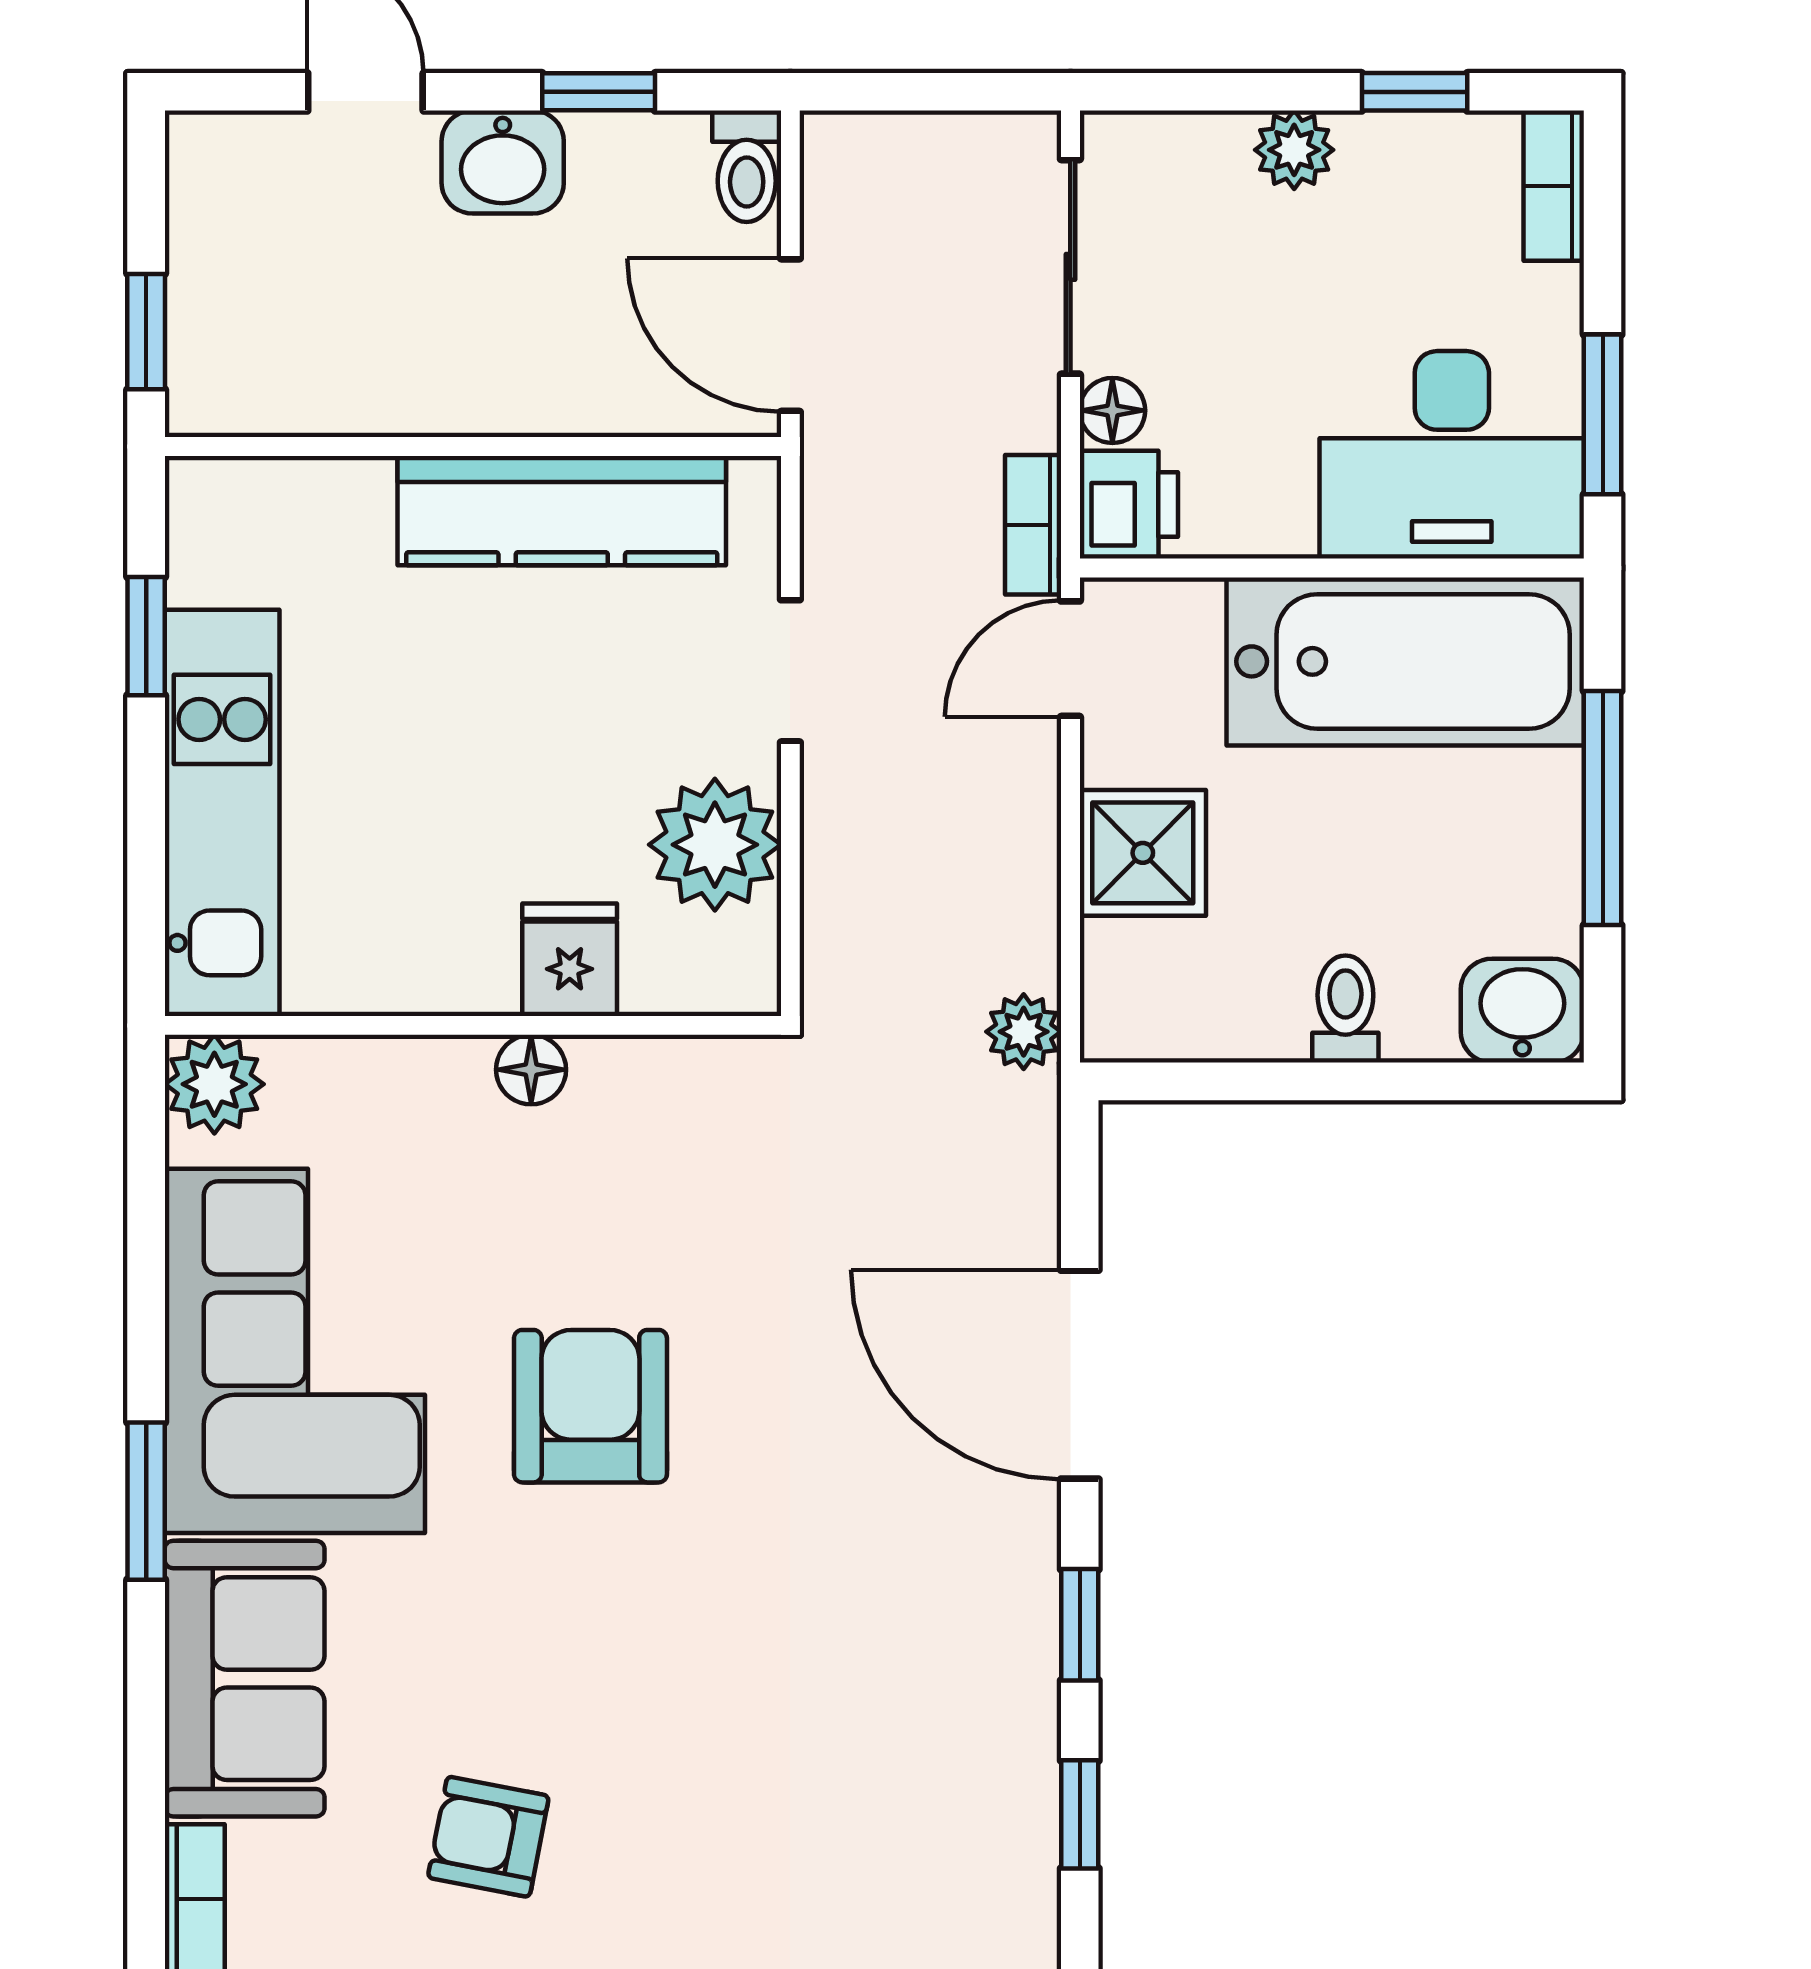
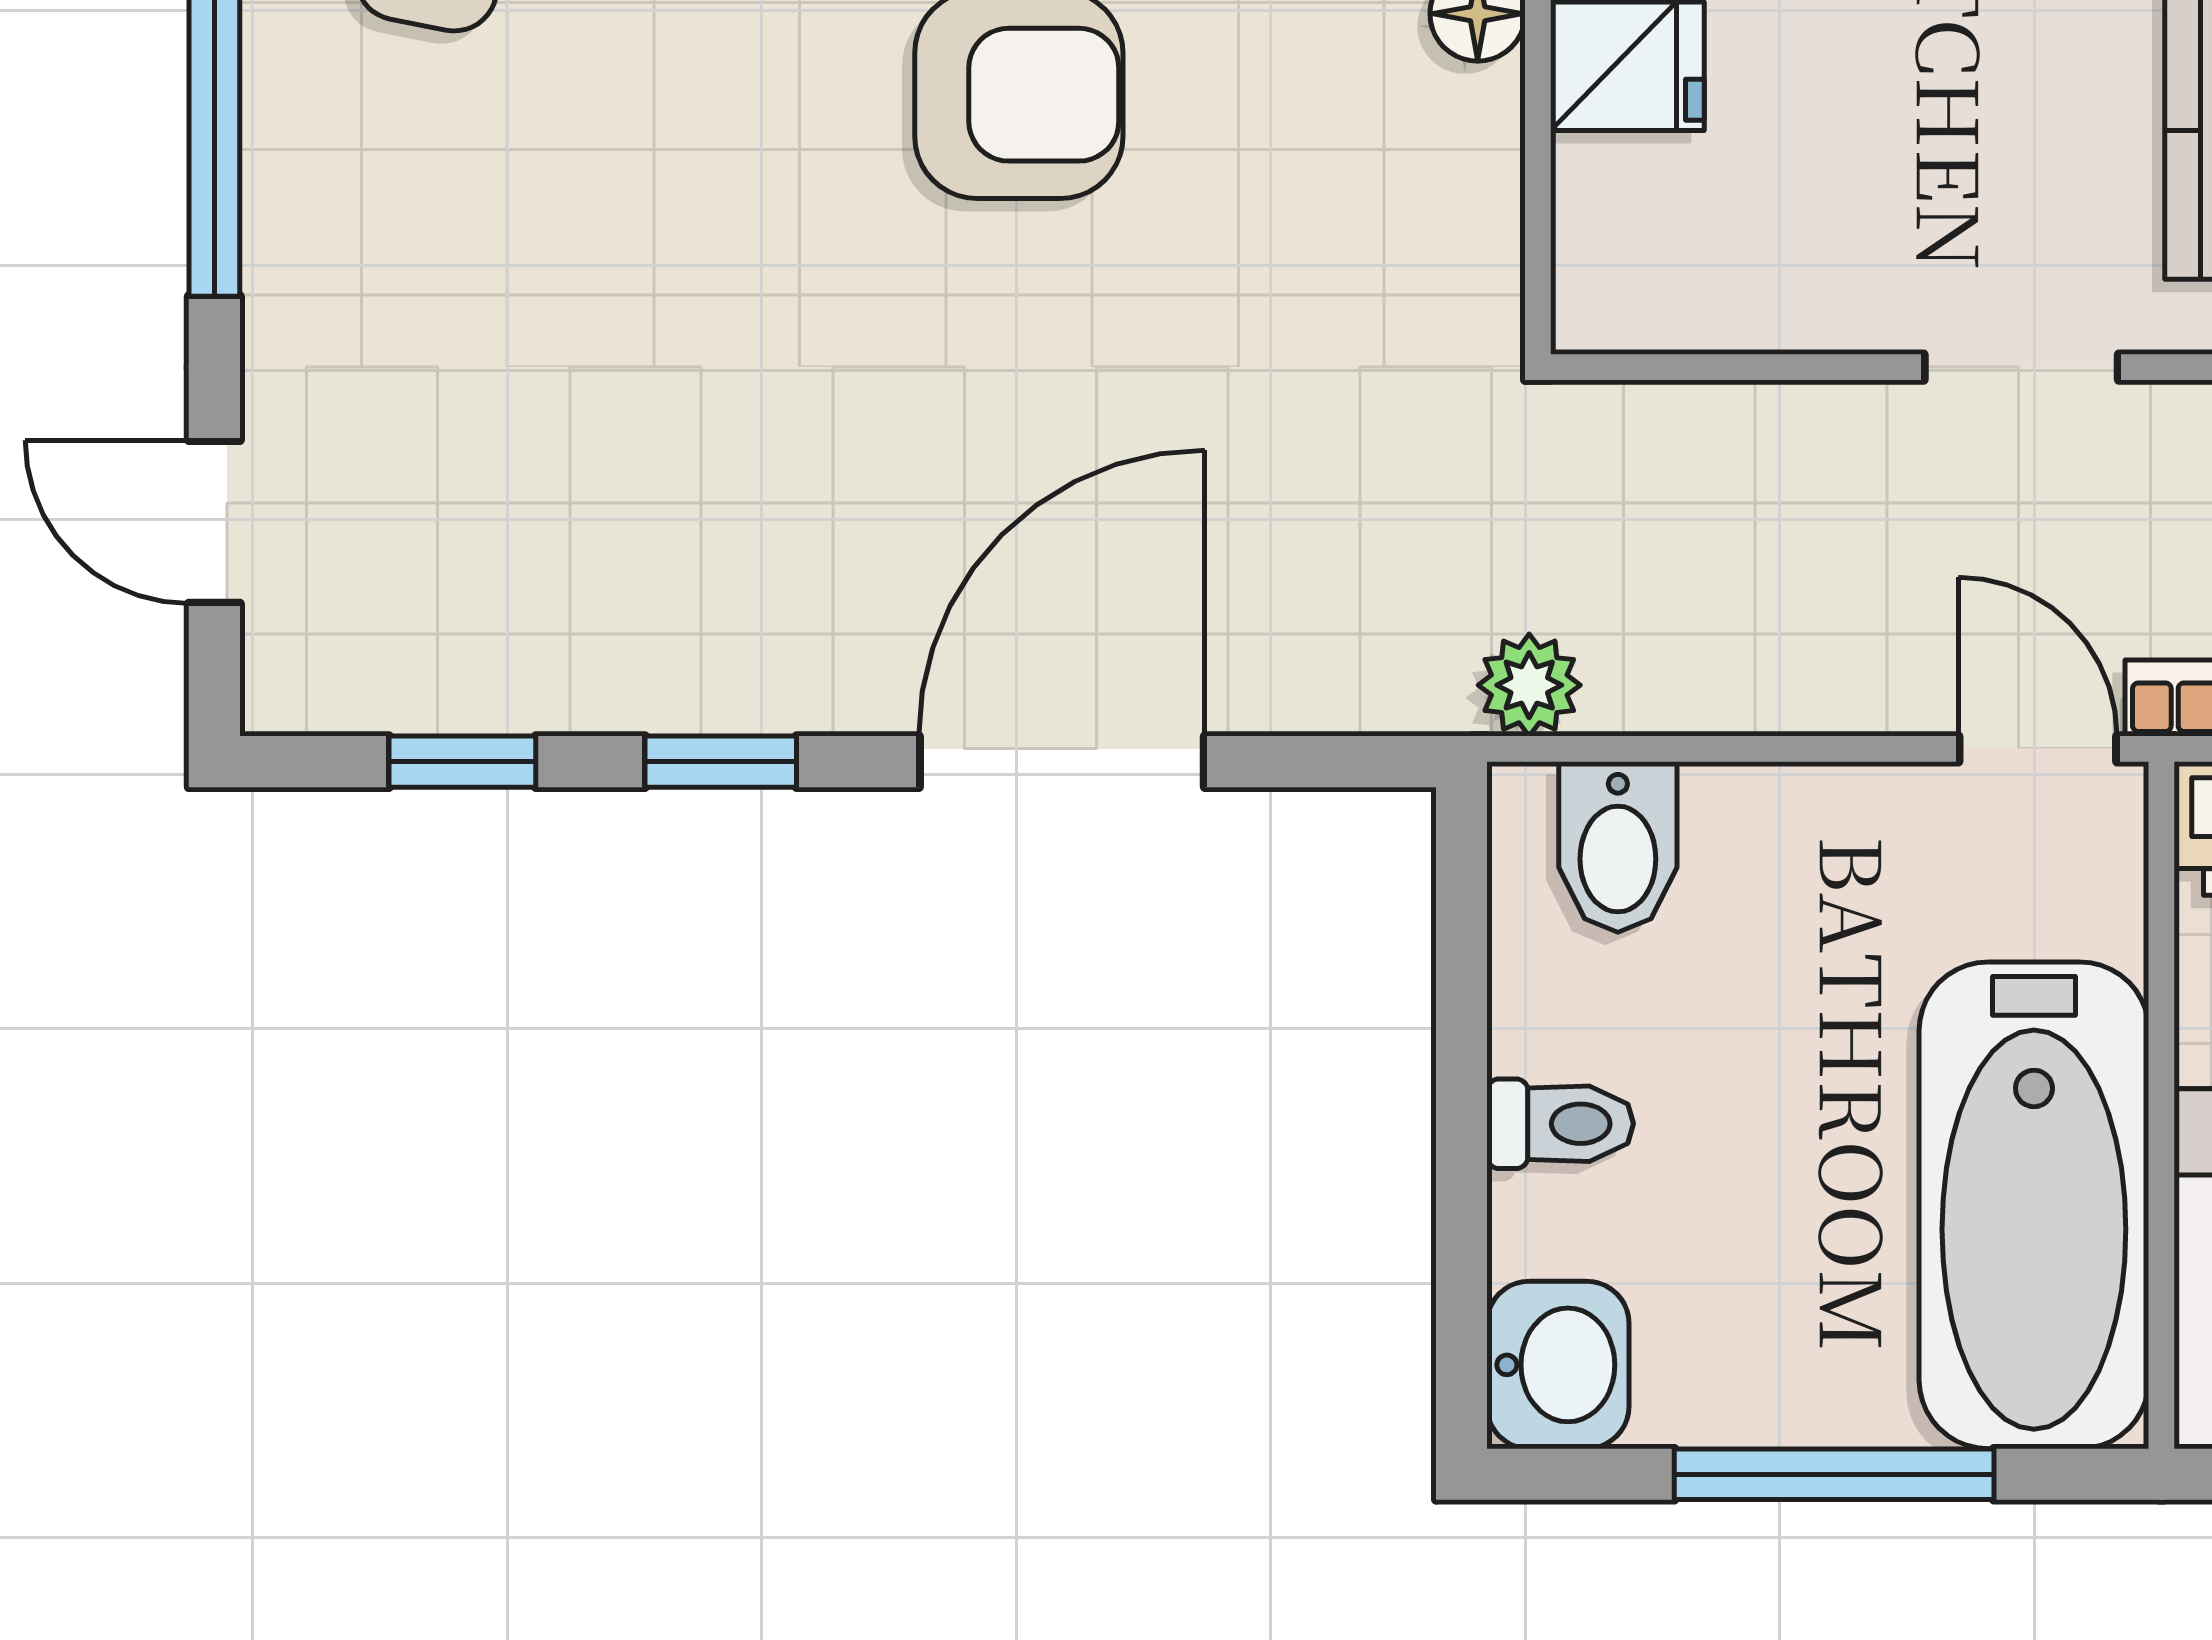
plant: (715, 845) -> (1784, 264), removed
shower: (1143, 853) -> (1773, 848), removed
bidet: (1142, 967) -> (1618, 847), added

